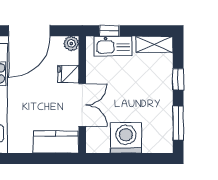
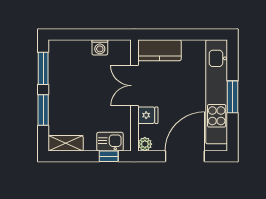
kitchen sink: (113, 46) -> (110, 142), width x0.73
window: (178, 79) -> (43, 110), width x1.50
washing machine: (126, 138) -> (100, 47), width x0.53, depth x0.53

